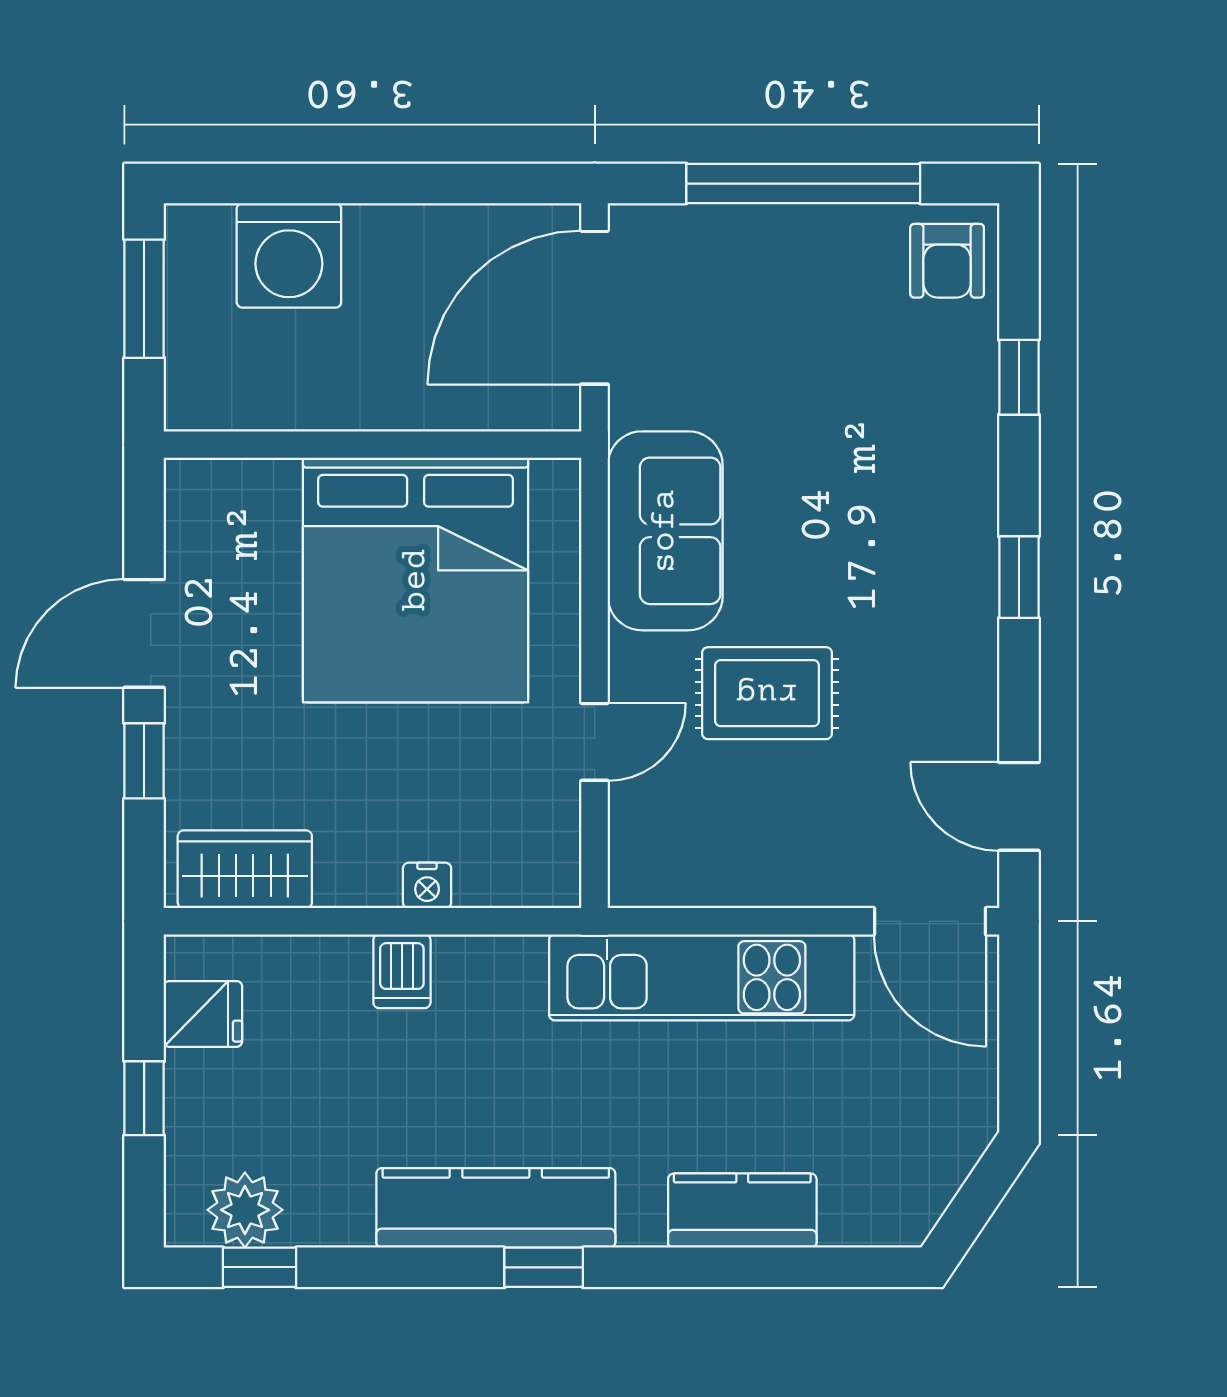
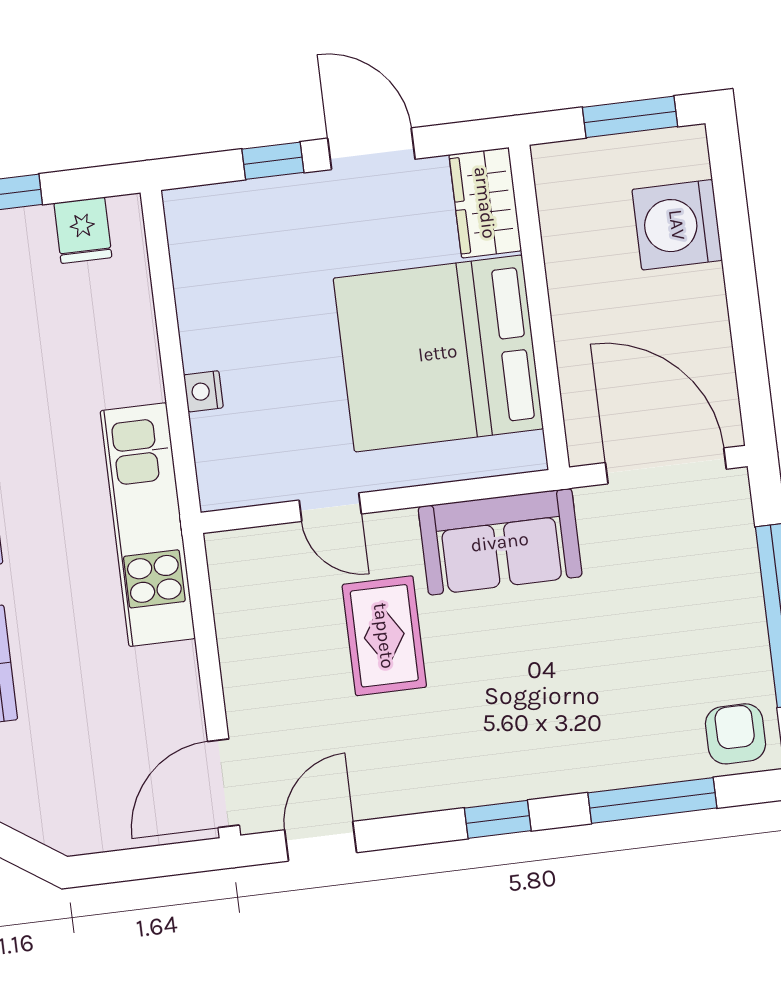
armchair: (947, 261) -> (735, 734), turned 90
window: (1019, 377) -> (652, 800), width x2.17
wardrobe: (245, 869) -> (485, 203), moved, turned 180
dishwasher: (402, 971) -> (135, 380), removed
kitchen unit: (702, 977) -> (148, 525), moved

